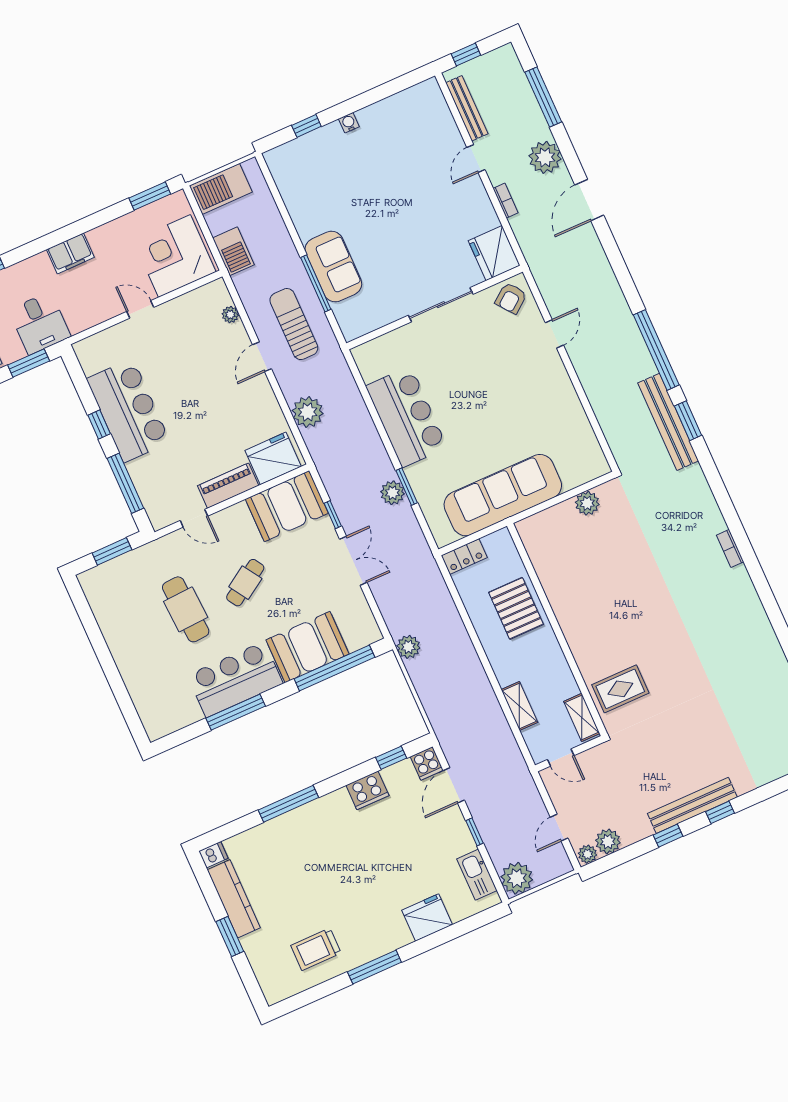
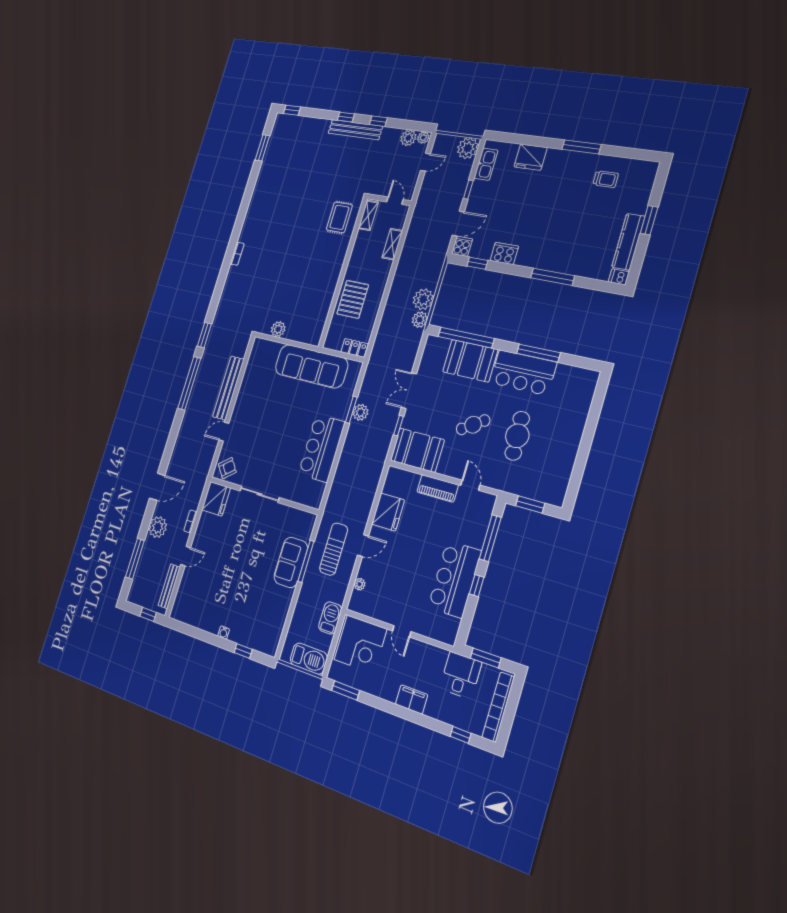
sun lounger: (294, 324) -> (334, 549), turned 180
plant: (308, 412) -> (423, 299), moved
bench: (668, 422) -> (228, 388), moved
fridge: (273, 458) -> (388, 512), moved, turned -90
rug: (620, 689) -> (339, 217), turned 90
trolley: (316, 949) -> (606, 179), width x0.73, depth x0.72

